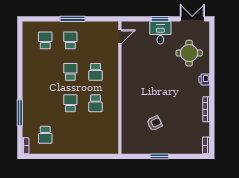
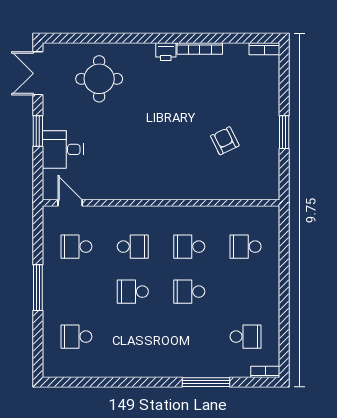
desk: (160, 33) -> (63, 149), moved
school desk: (70, 40) -> (76, 247), moved
printer: (204, 80) -> (166, 52), moved
school desk: (95, 103) -> (189, 247), turned 180
school desk: (95, 135) -> (246, 247), added

